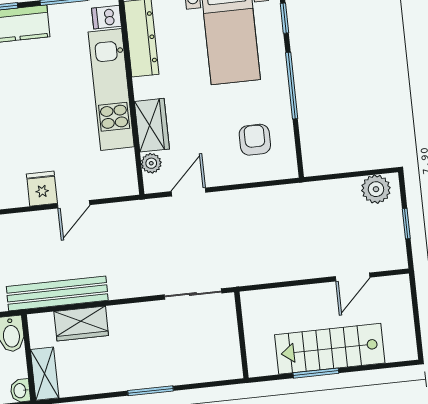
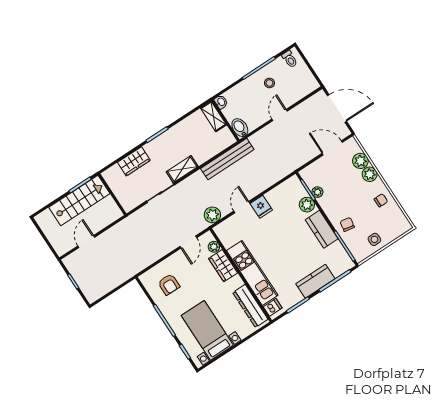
plant: (376, 189) -> (212, 215), moved
shelving: (138, 315) -> (182, 169), added
wardrobe: (81, 324) -> (134, 161), moved, turned 180
wall: (241, 335) -> (112, 194), moved

